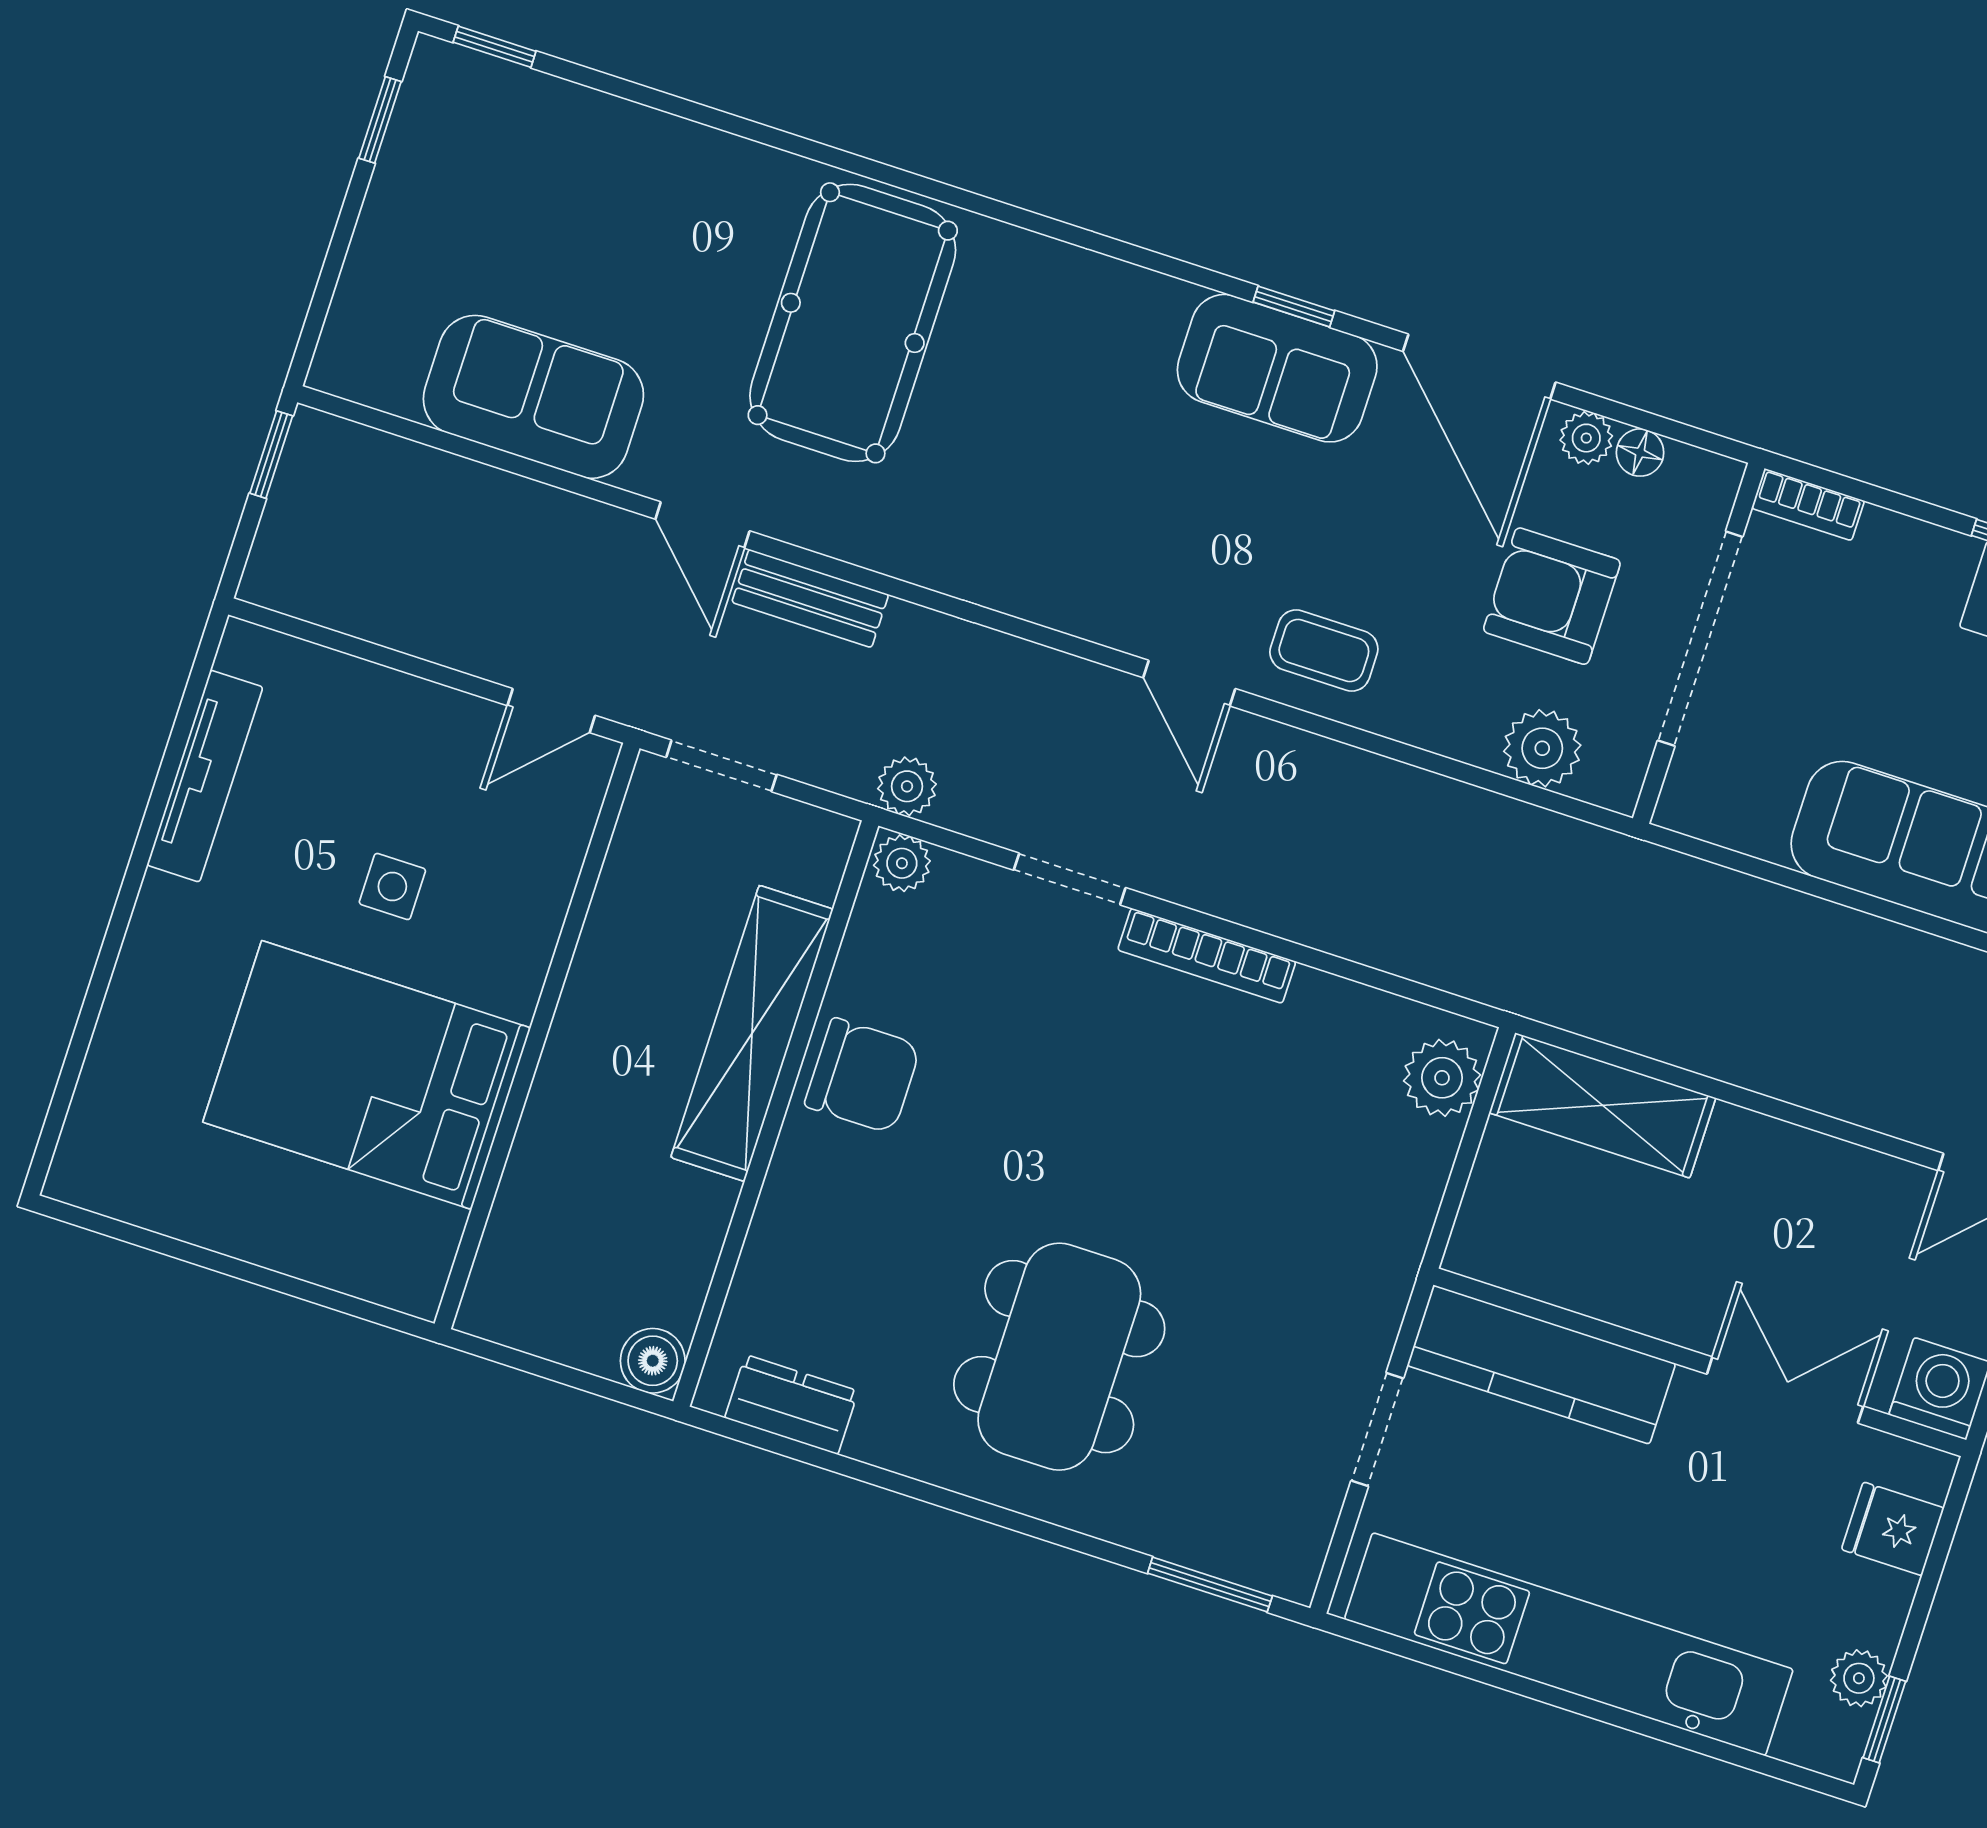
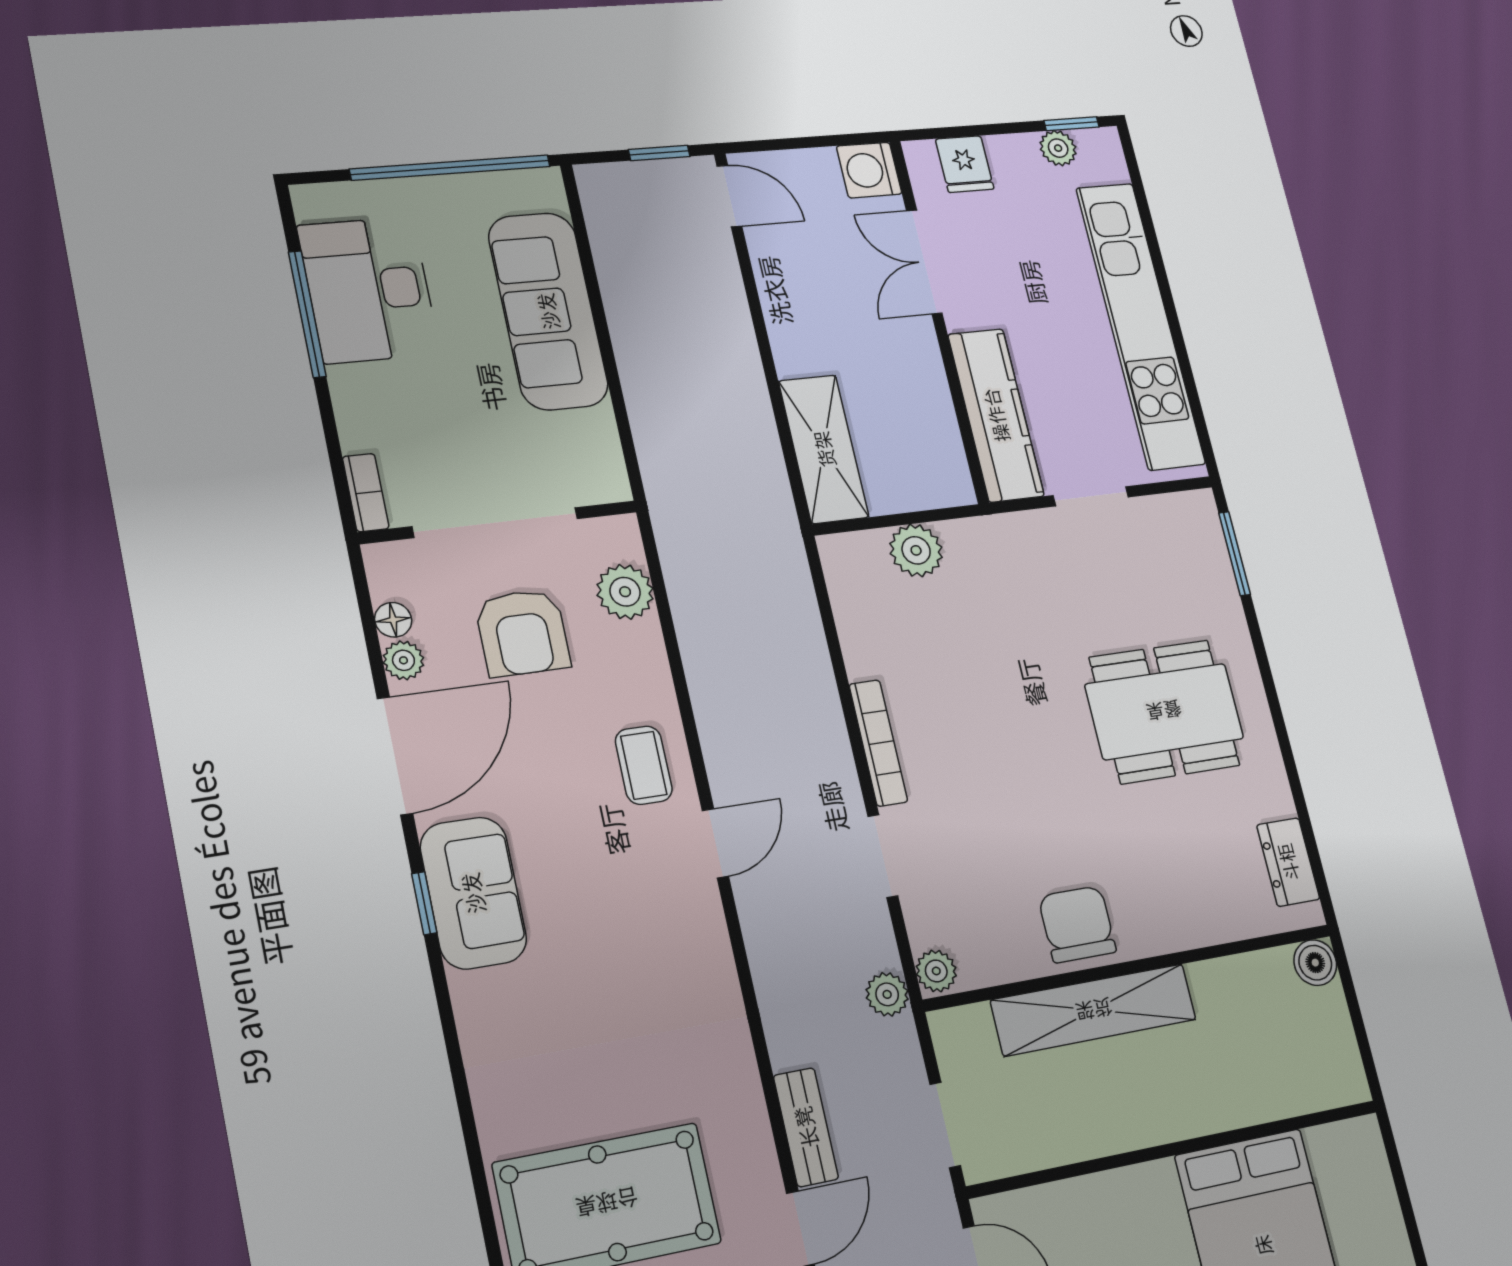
plant: (1442, 1078) -> (916, 550), moved

